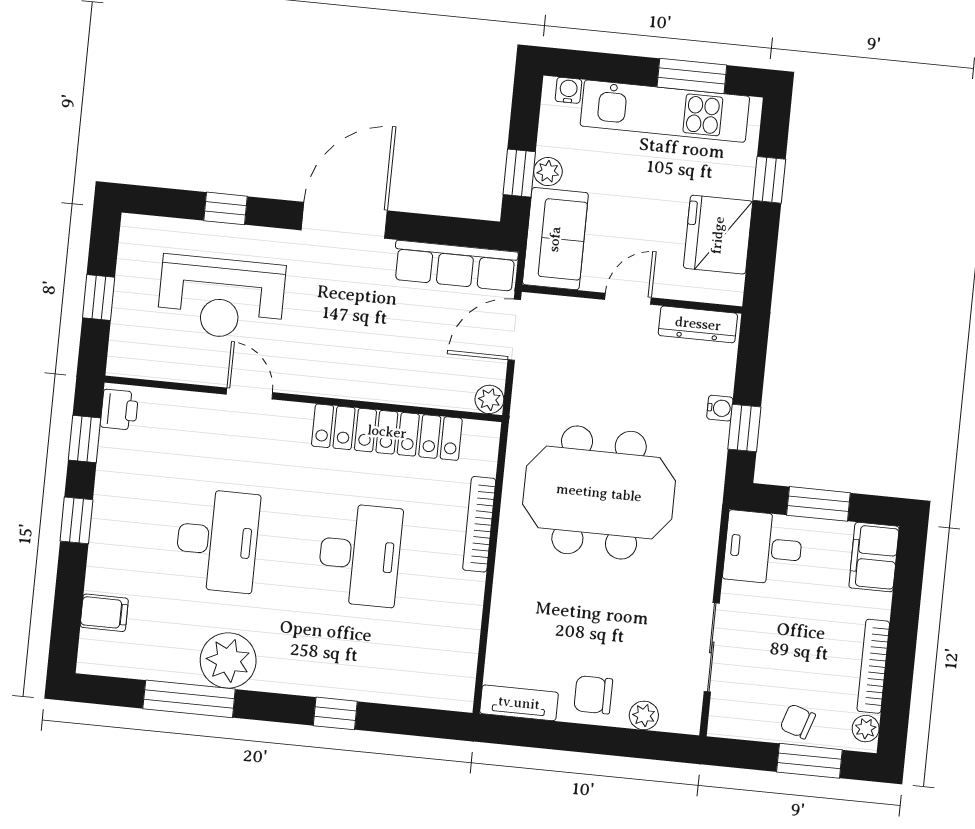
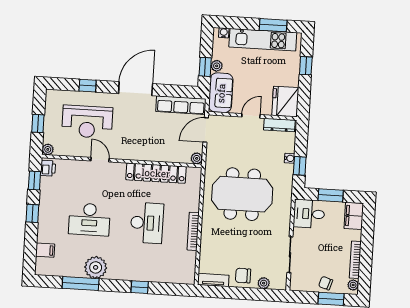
fridge: (718, 235) -> (285, 102), moved
plant: (121, 363) -> (48, 149), added
bookcase: (479, 524) -> (193, 231), moved
desk: (217, 541) -> (89, 219), turned 90

